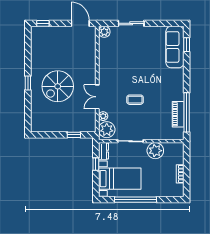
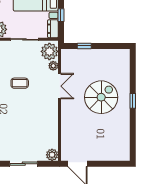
window: (43, 23) -> (117, 164), removed

